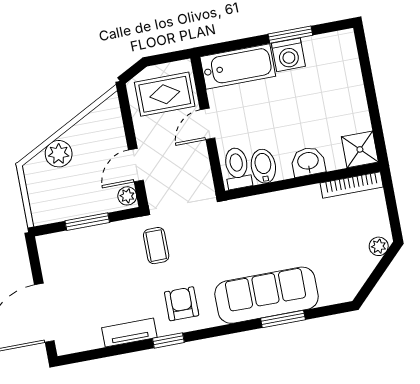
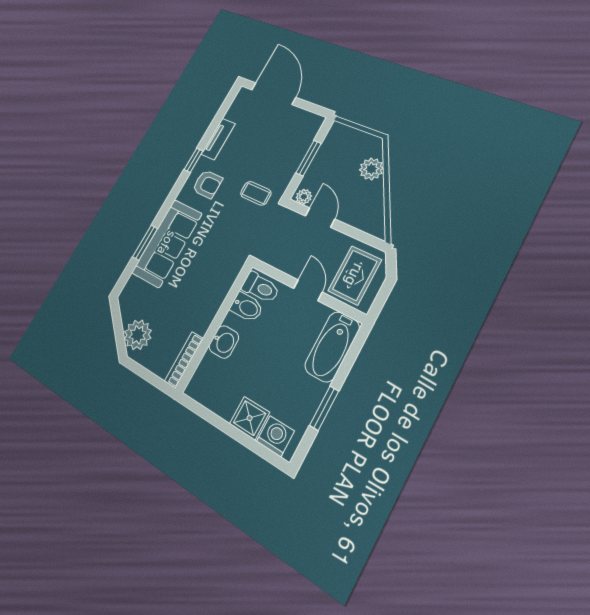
washing machine: (288, 55) -> (275, 436), moved, turned 90
shower: (360, 149) -> (250, 418), moved
plant: (379, 246) -> (138, 335), width x1.88, depth x1.88

